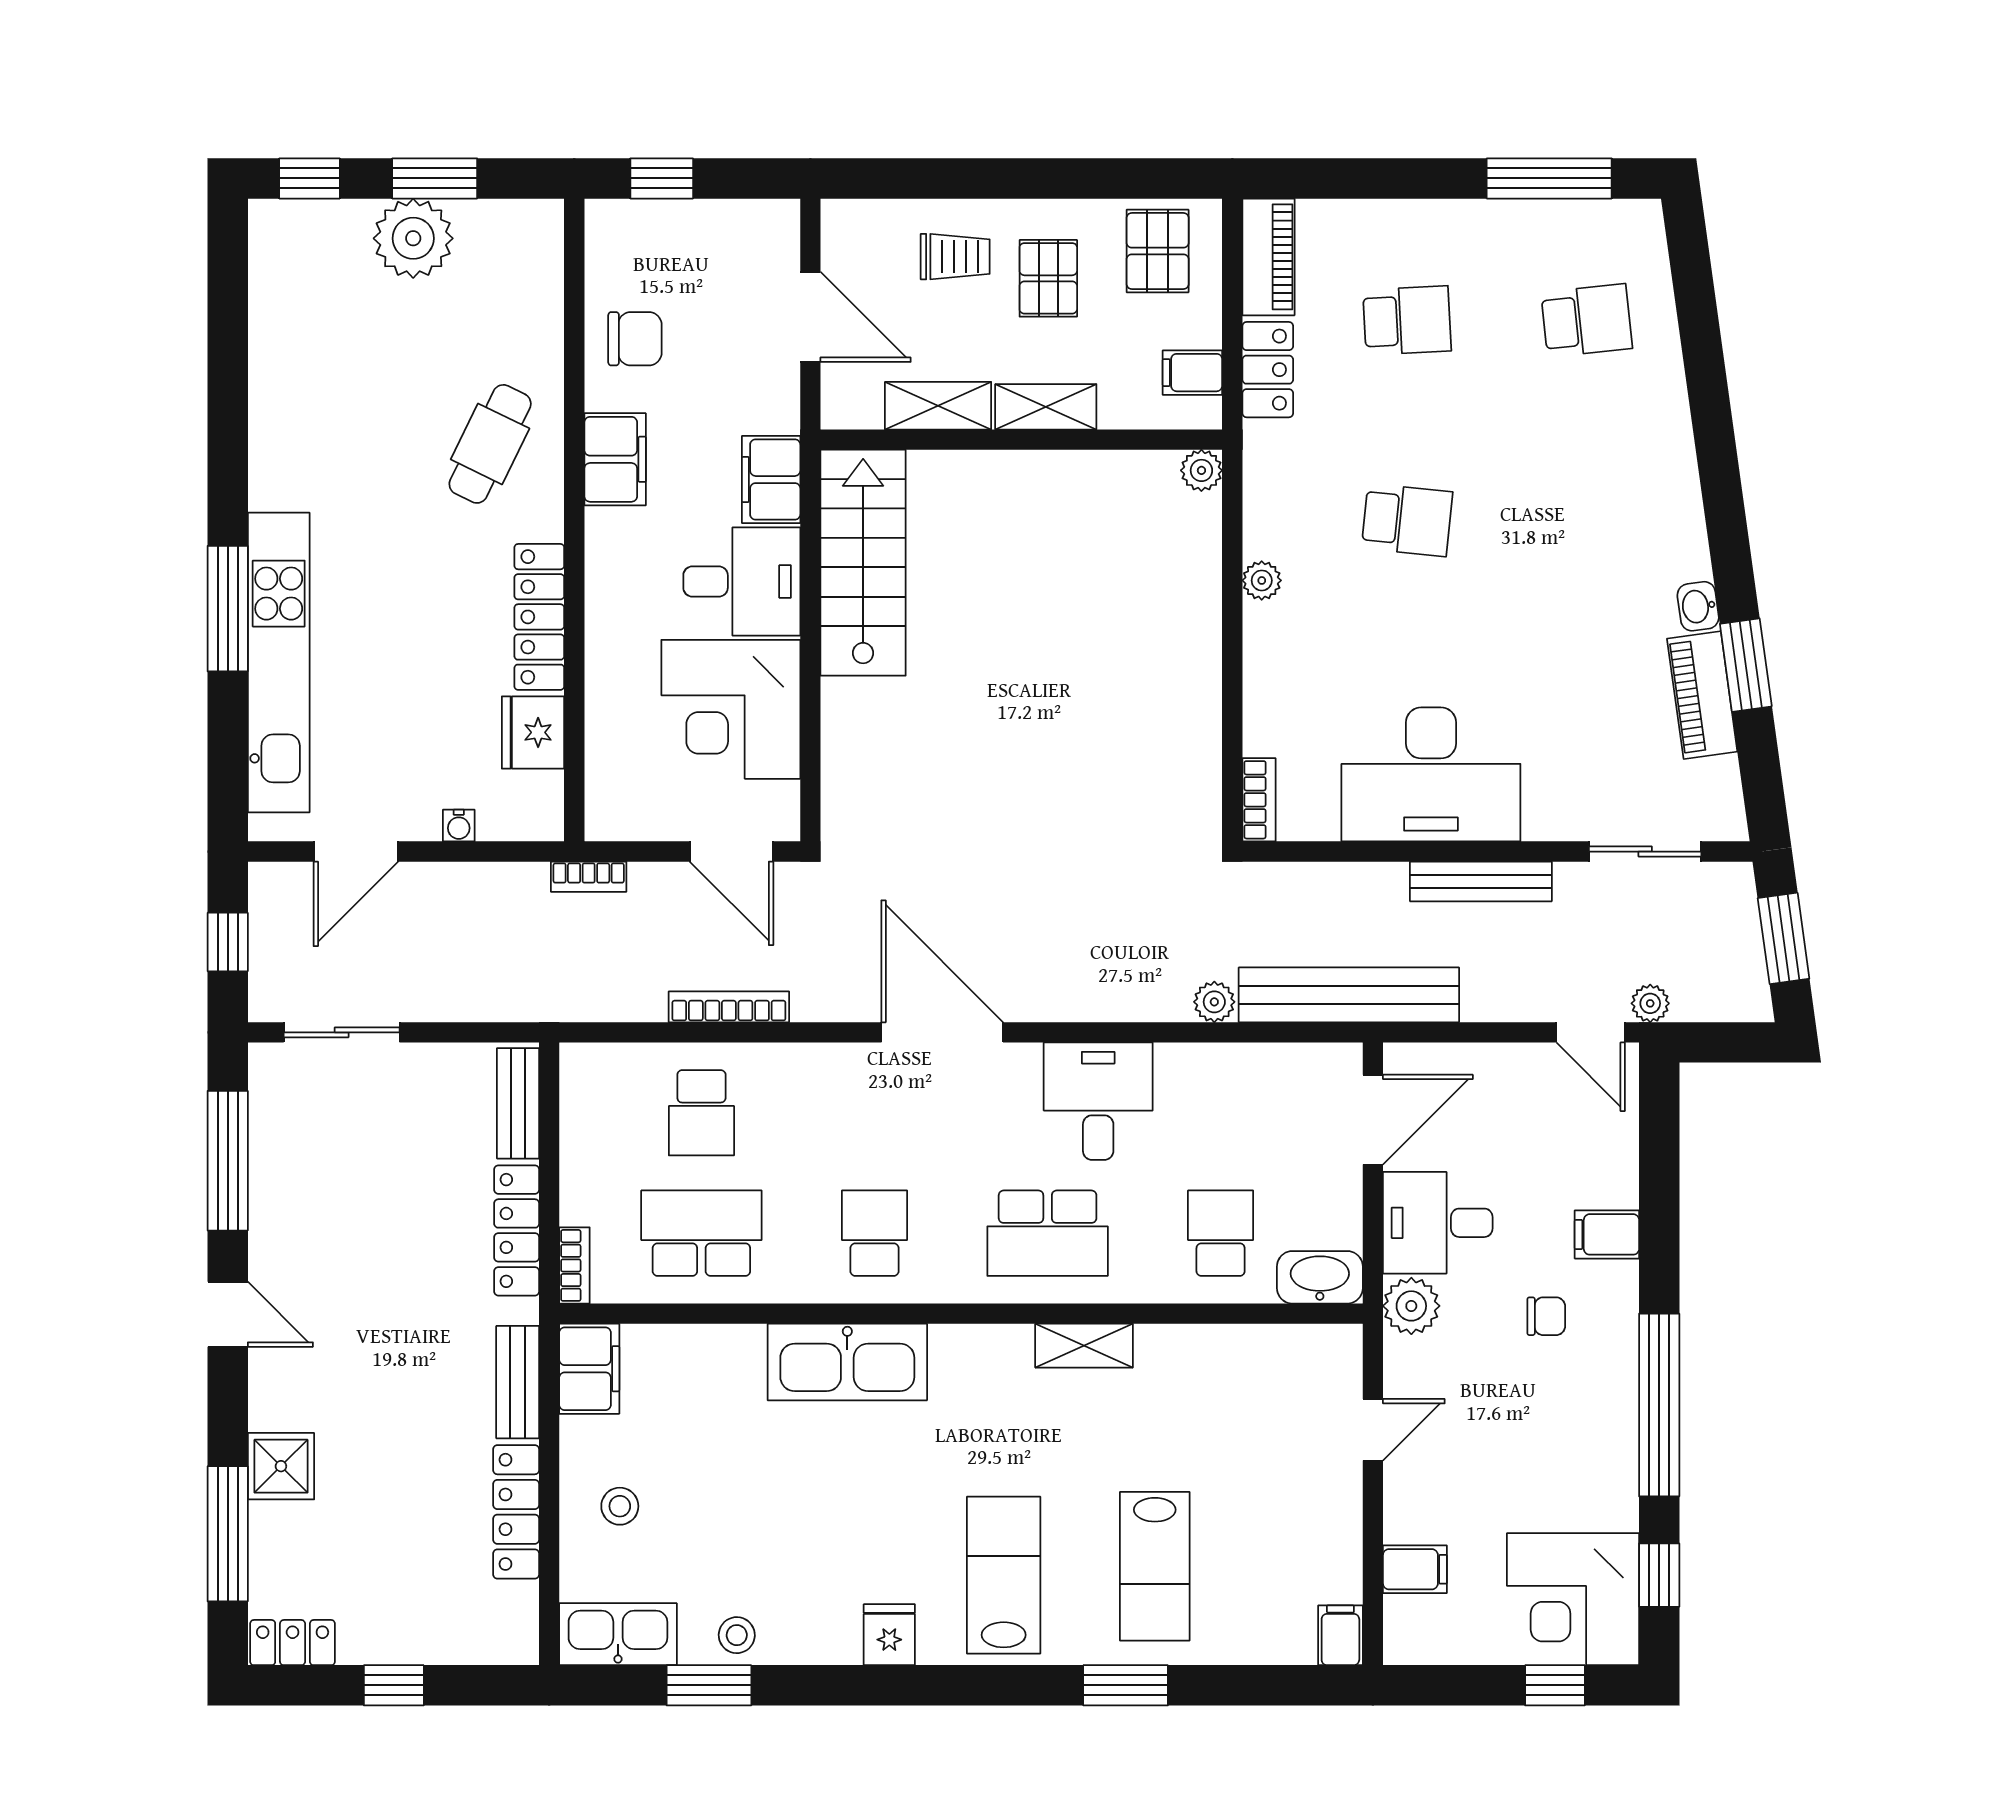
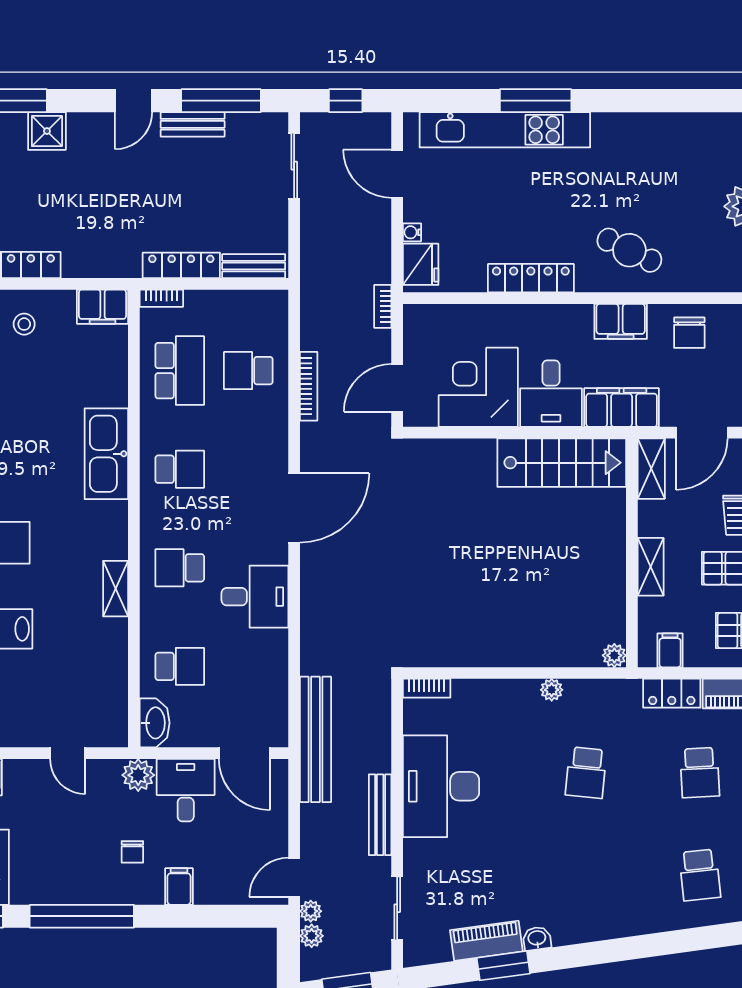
shelving: (938, 406) -> (651, 469), moved
filing cabinet: (771, 480) -> (622, 408), width x1.50, depth x1.17
fridge: (533, 732) -> (421, 264), moved, turned 90
plant: (1214, 1002) -> (312, 936), moved
school desk: (1048, 1233) -> (180, 568), width x0.54
bench: (518, 1382) -> (193, 124), moved

